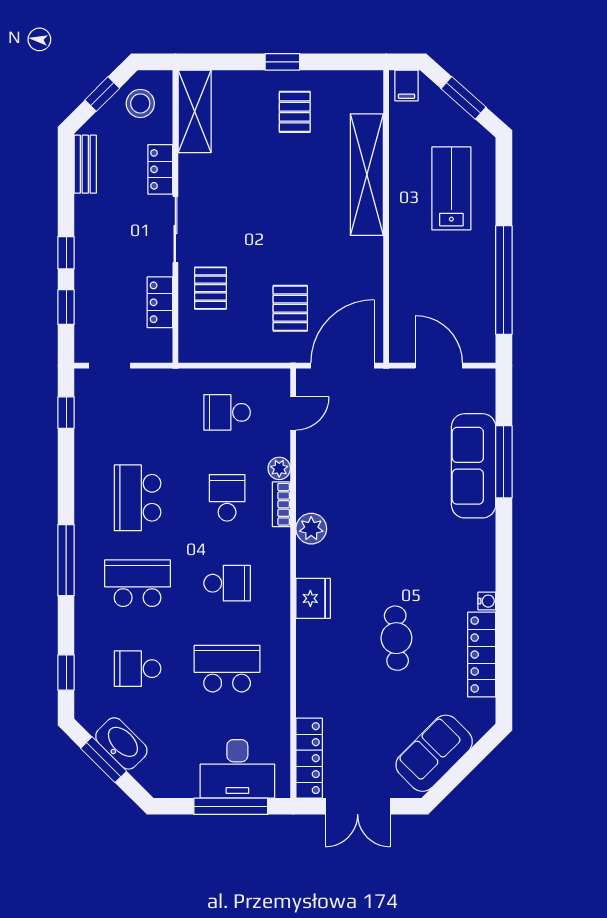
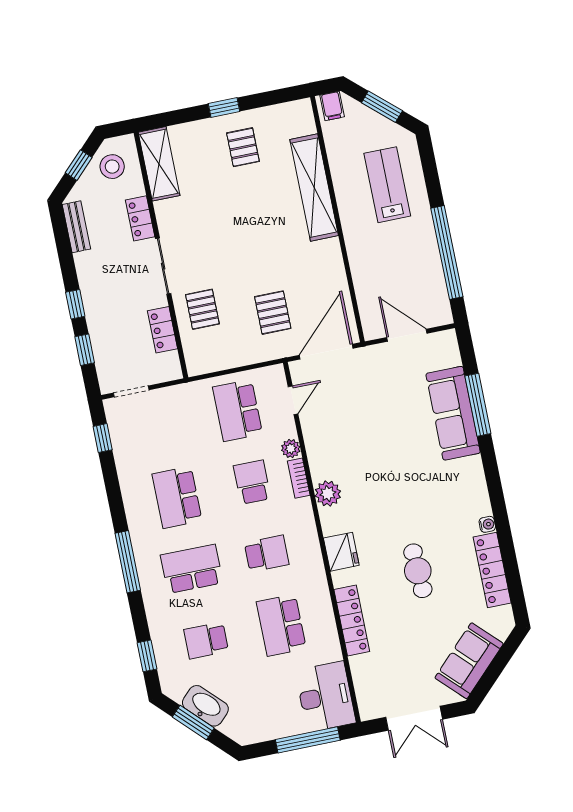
school desk: (227, 412) -> (238, 411), width x1.85
school desk: (227, 669) -> (281, 625), turned -90
locker: (309, 758) -> (352, 620), moved
desk: (237, 769) -> (325, 697), moved, turned -90

